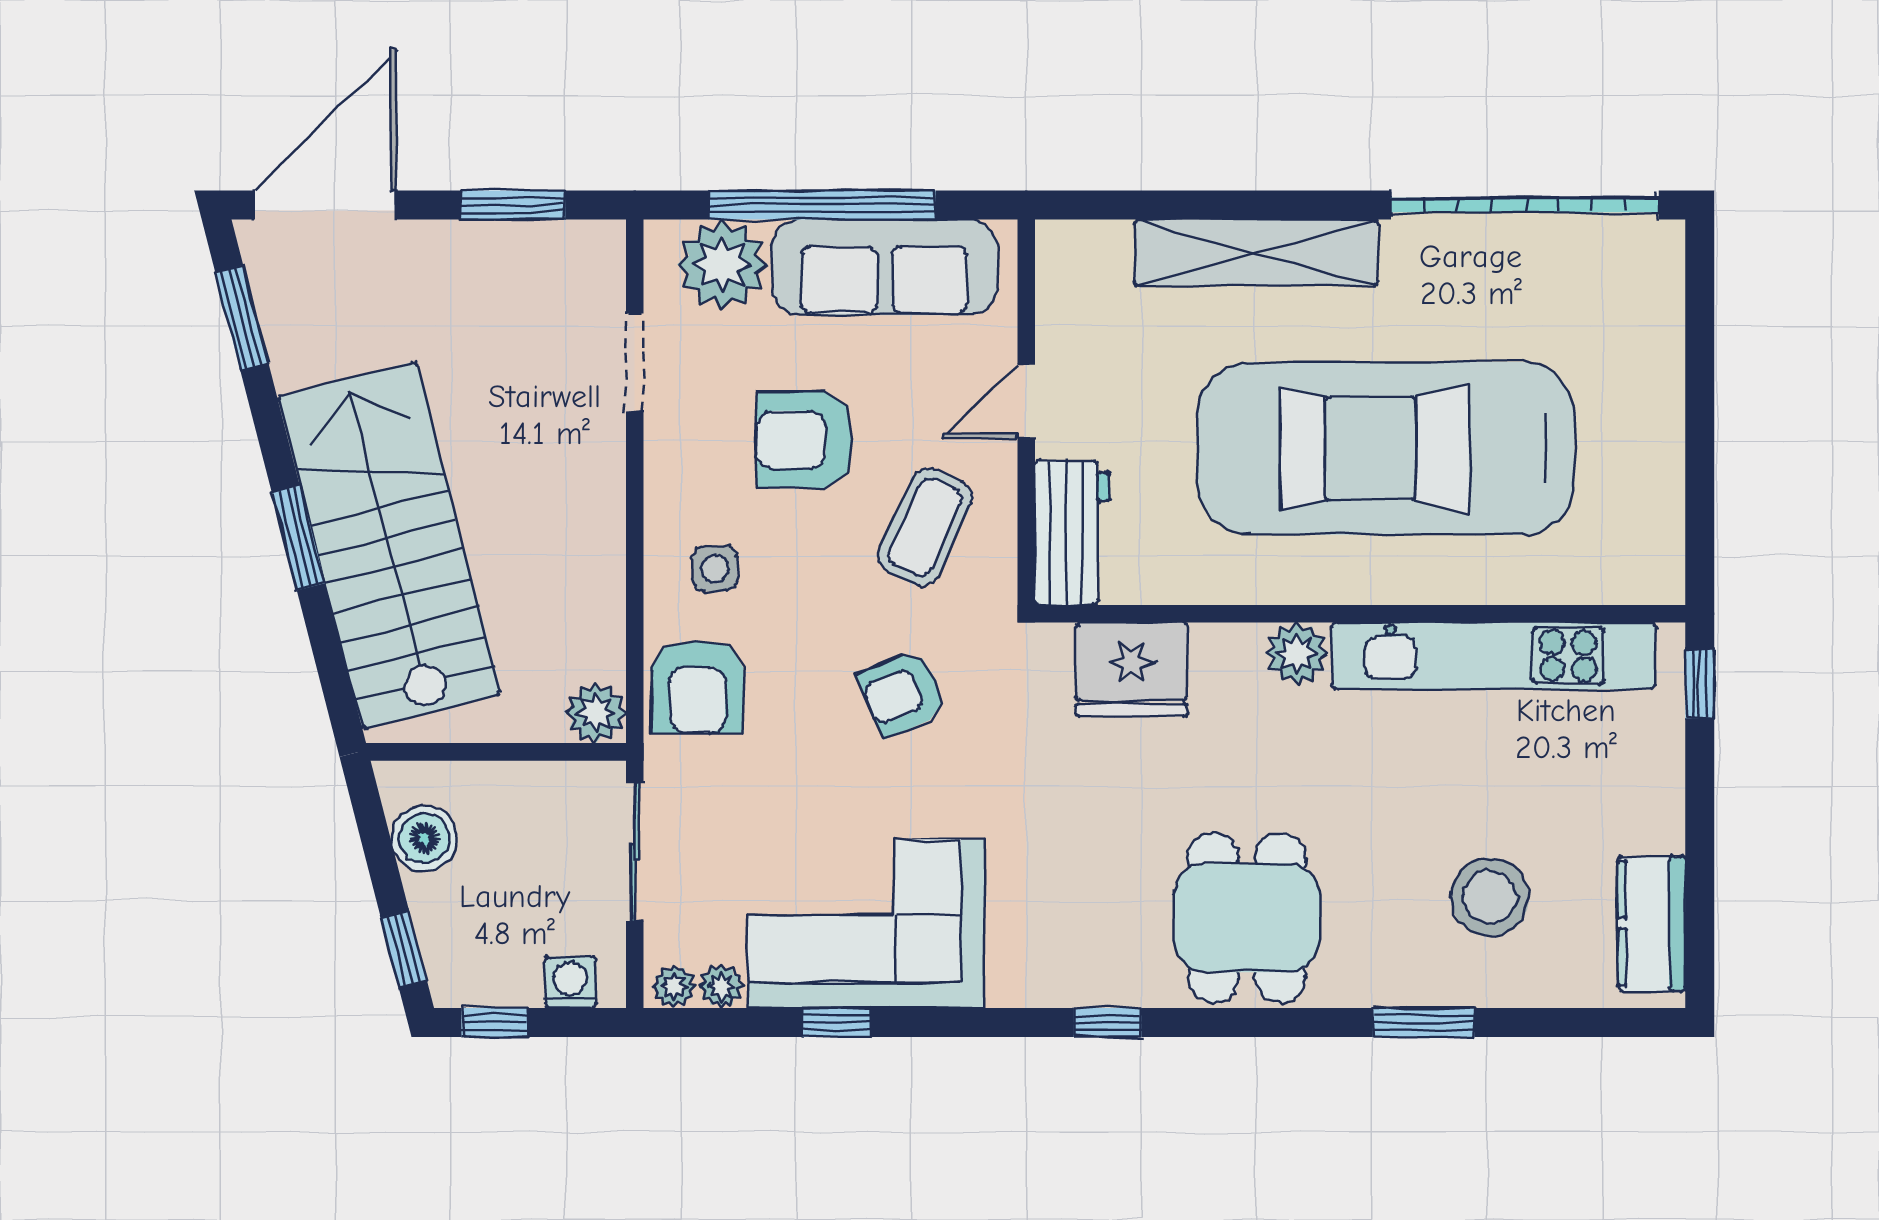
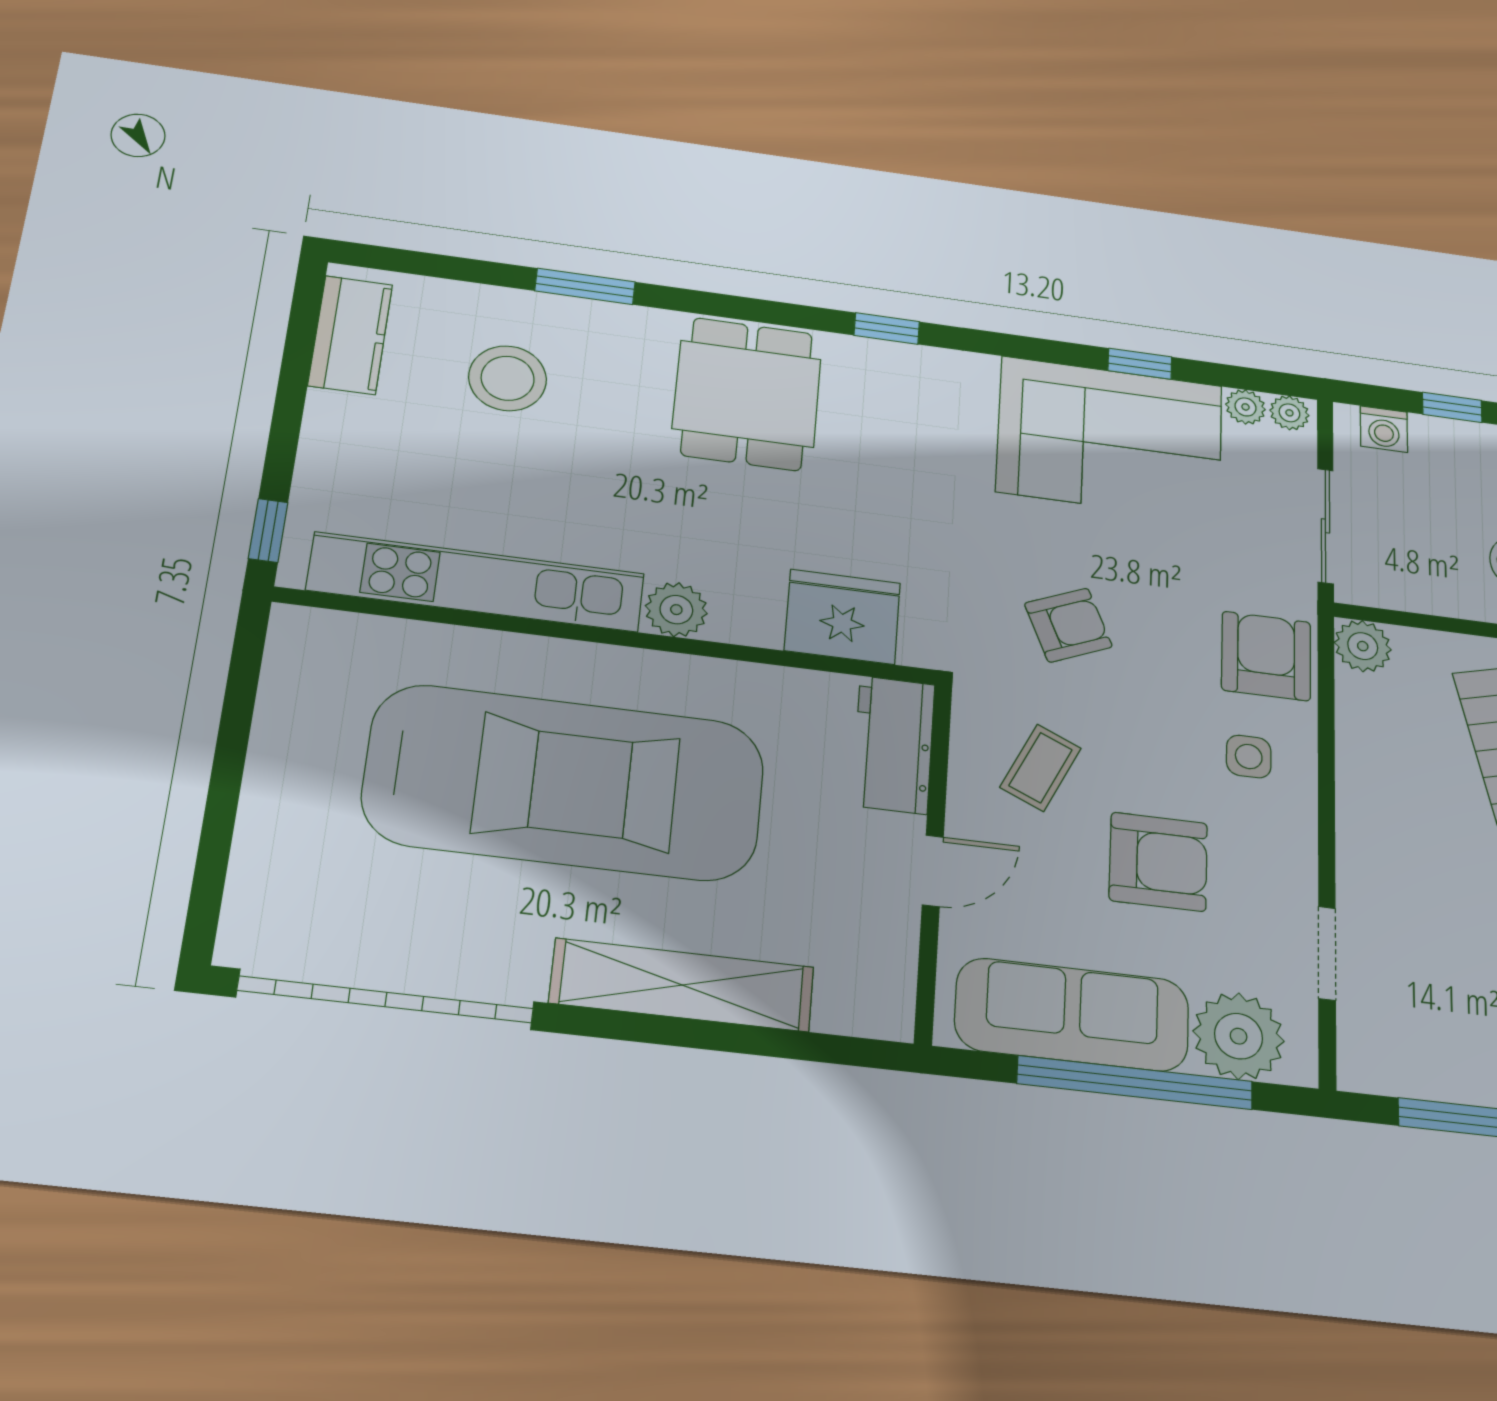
coffee table: (925, 527) -> (1041, 768), width x0.73, depth x0.77

